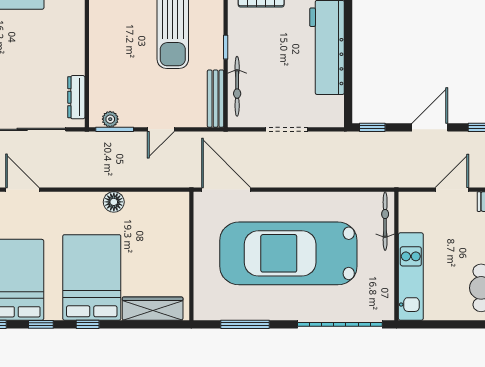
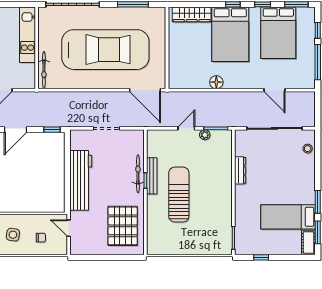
bicycle: (237, 86) -> (138, 174), moved
dresser: (76, 97) -> (240, 170), moved
bench: (216, 99) -> (152, 176), moved
plant: (110, 119) -> (205, 135), moved

